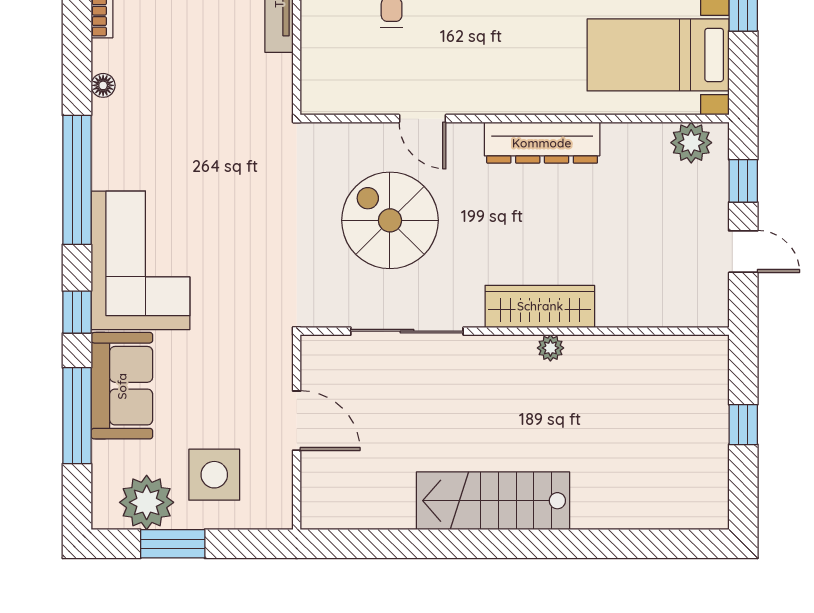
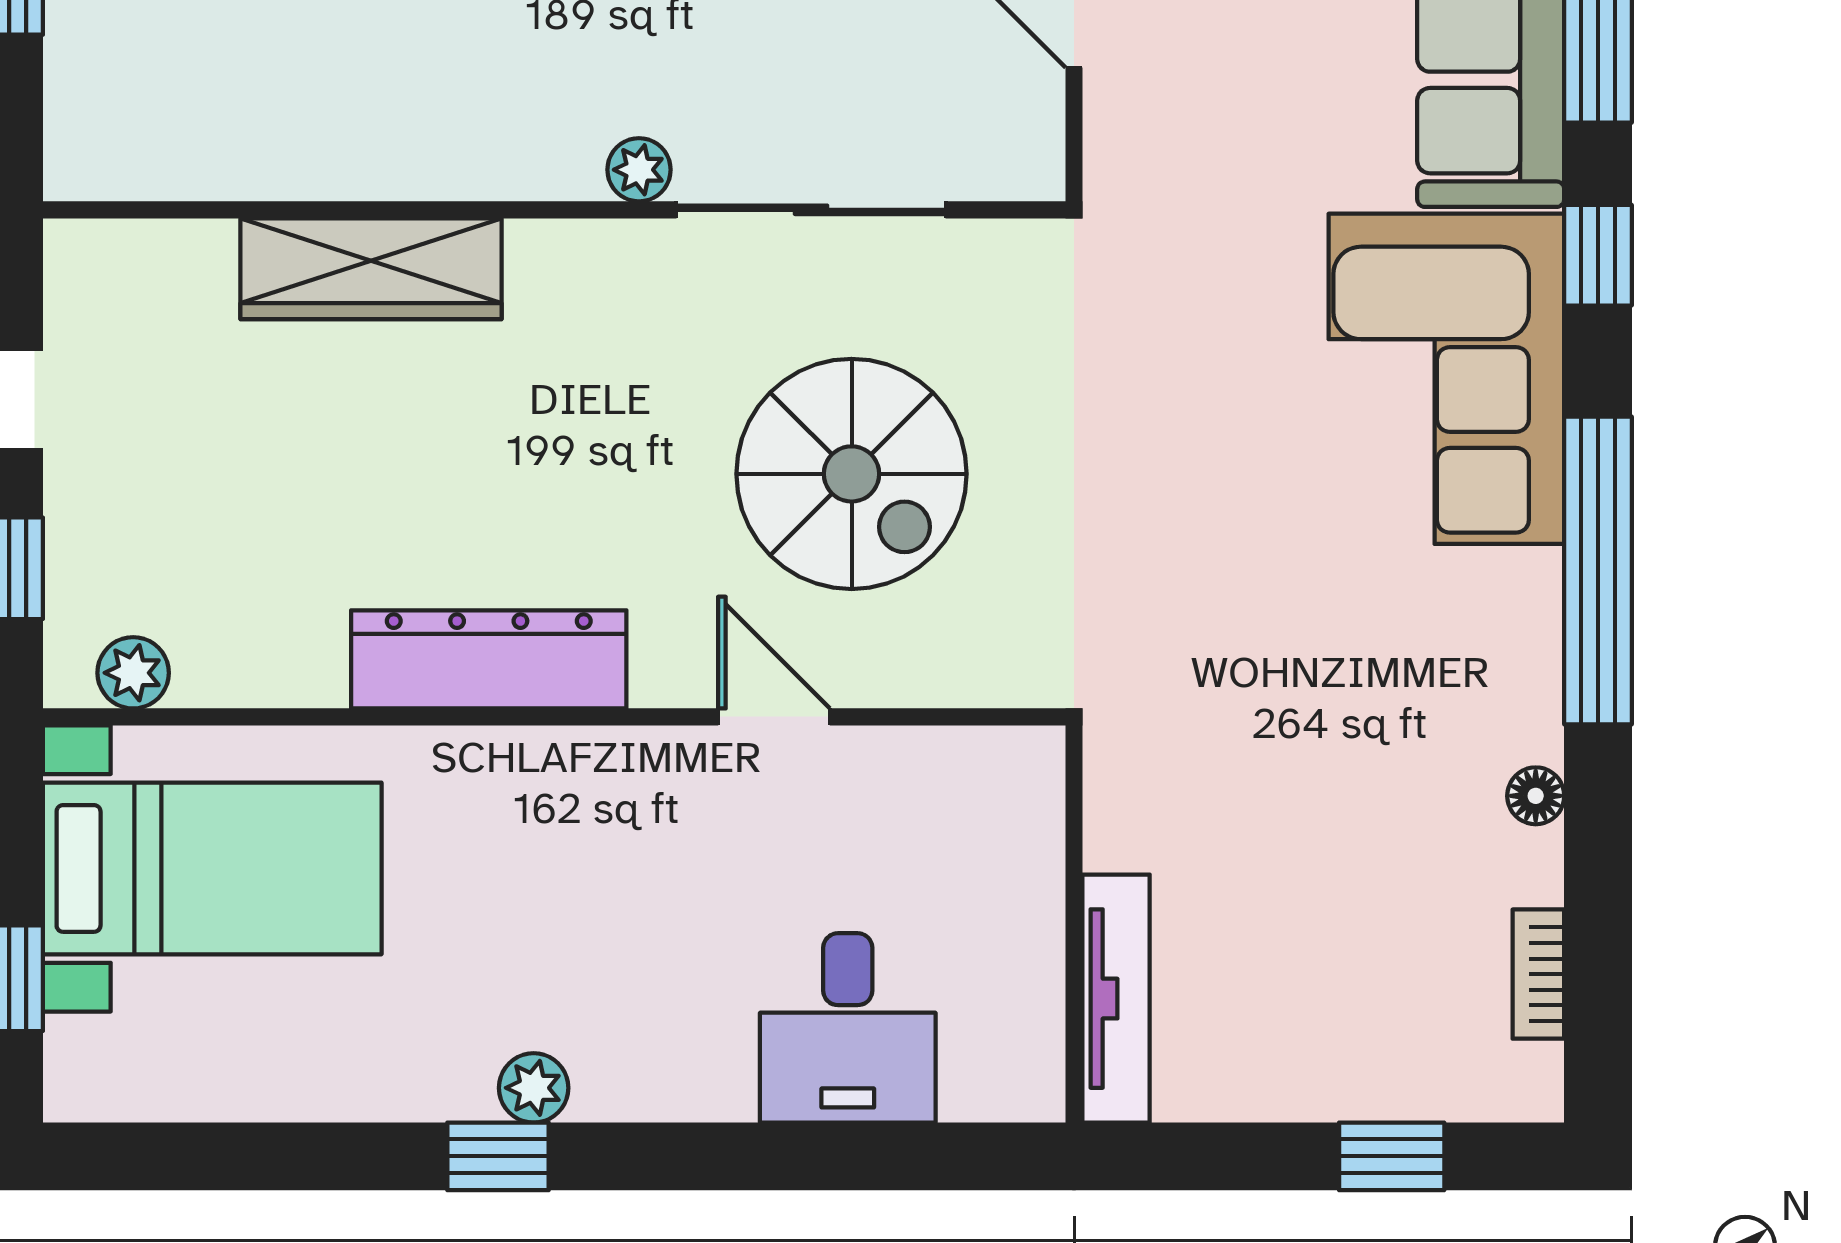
plant: (691, 143) -> (133, 673), width x0.73, depth x0.73
wardrobe: (540, 306) -> (371, 269), moved
plant: (550, 348) -> (639, 170), moved

